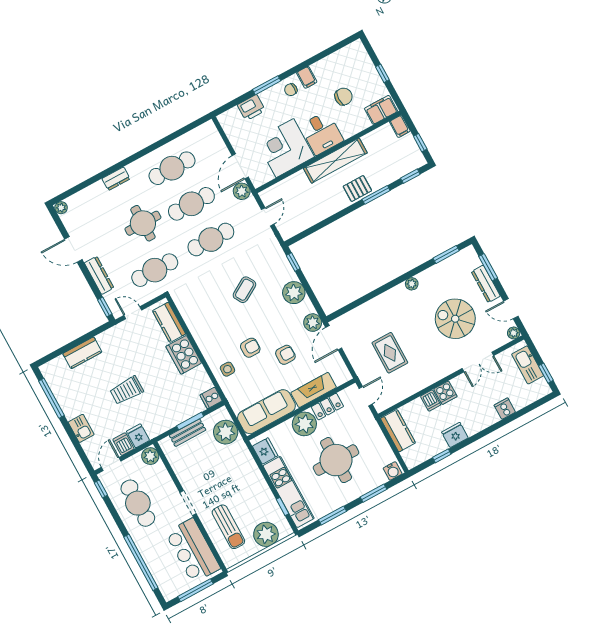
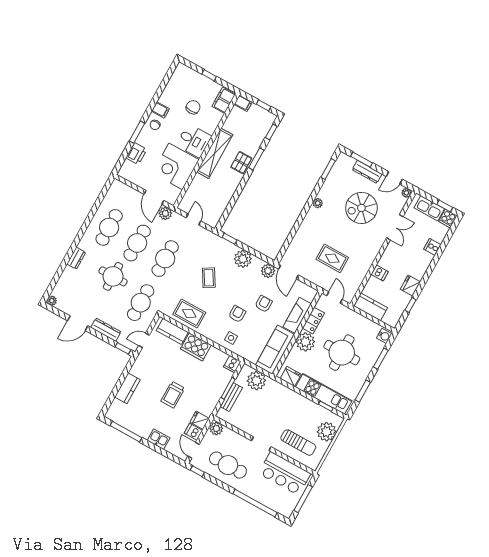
rug: (199, 315) -> (189, 313), added
cooker: (445, 393) -> (448, 219), moved, turned 90

